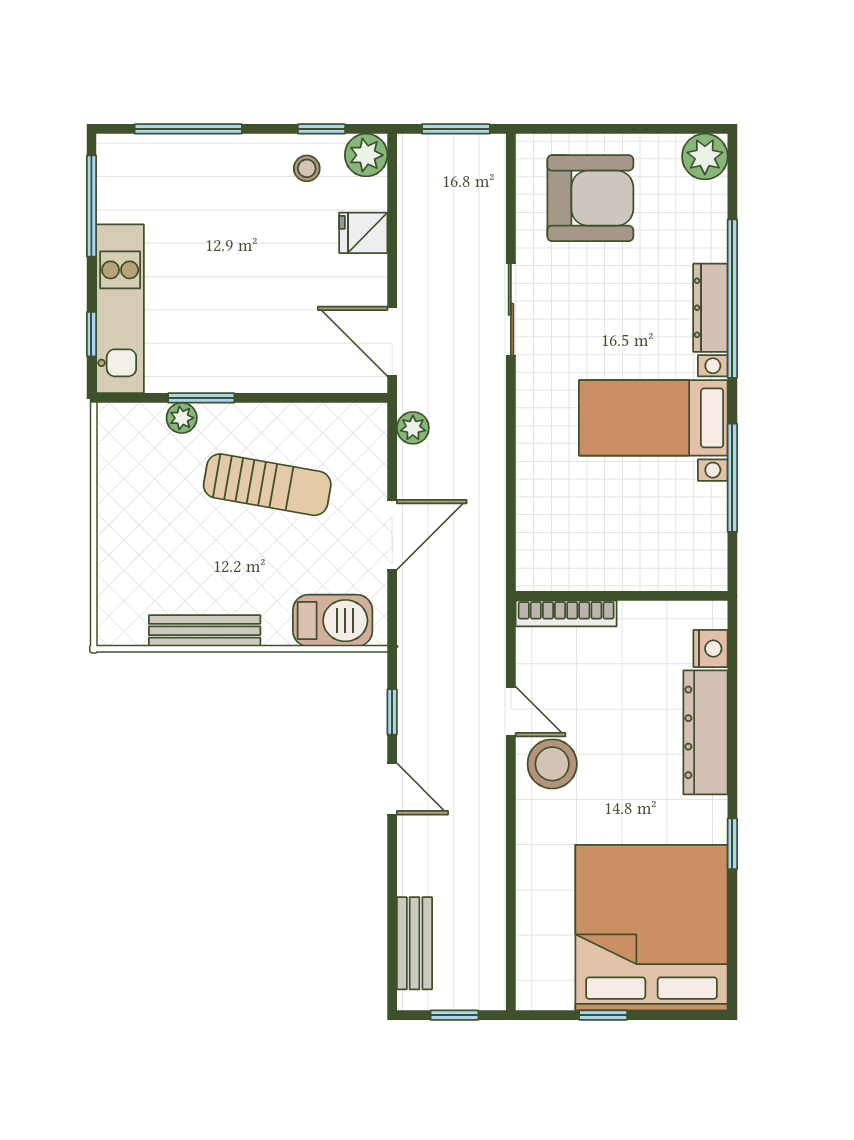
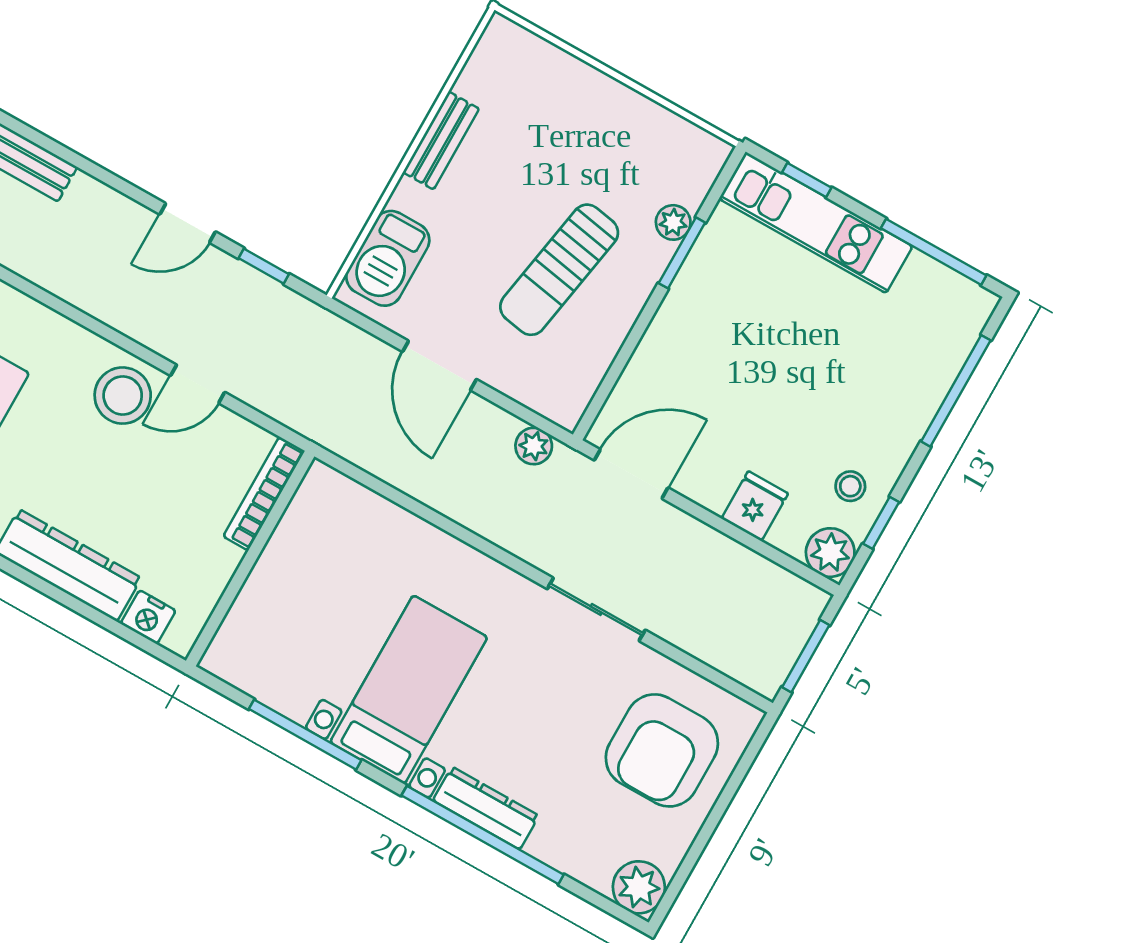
bench: (205, 631) -> (441, 140), width x0.73

